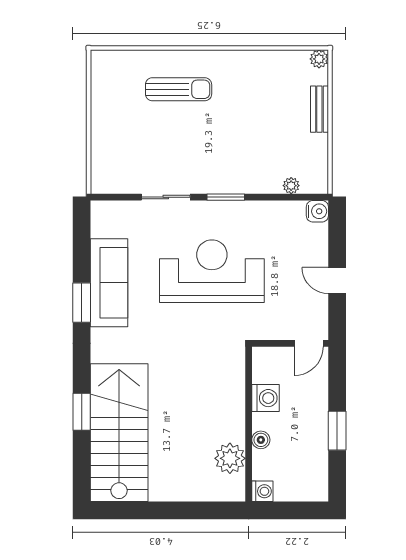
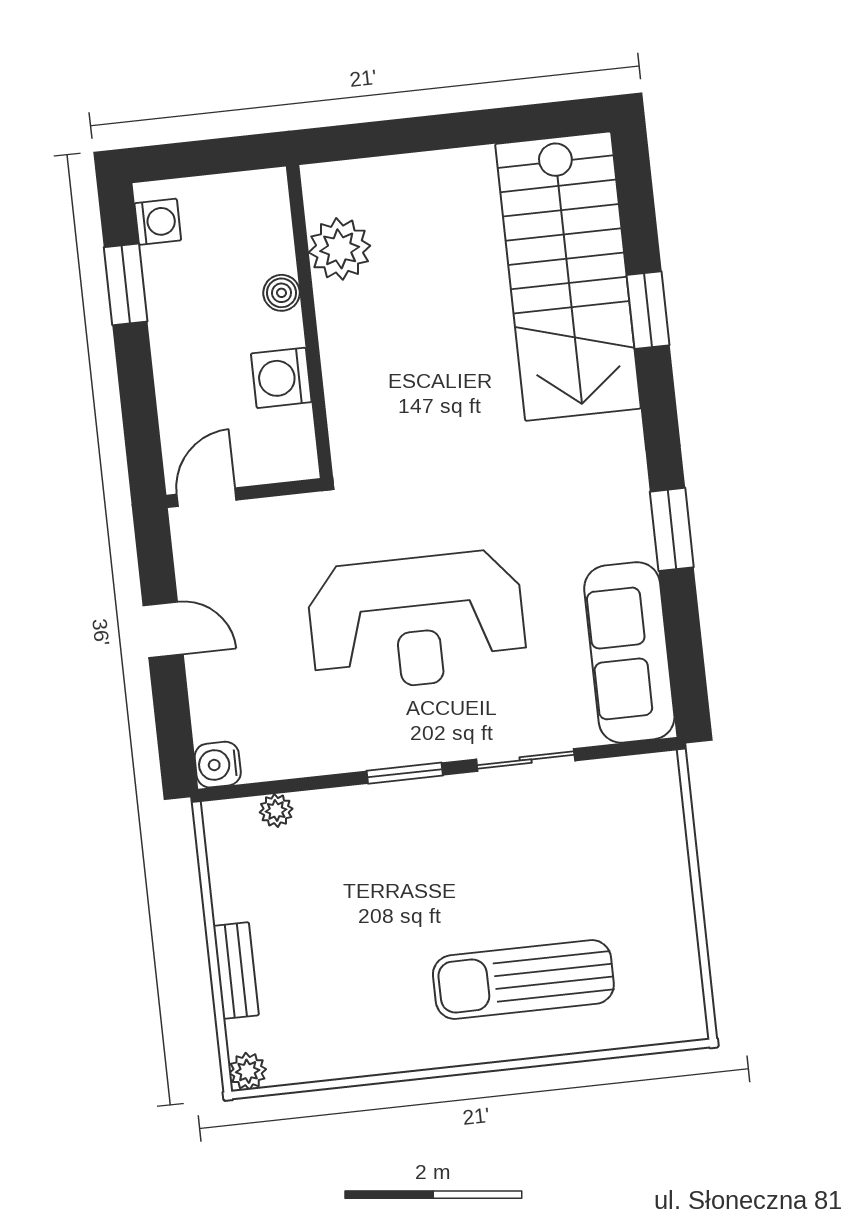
sun lounger: (179, 89) -> (523, 980), width x1.36, depth x1.34
sofa: (109, 283) -> (629, 652), moved
window: (337, 431) -> (126, 284), moved
washing machine: (262, 491) -> (158, 222), moved, turned 180

